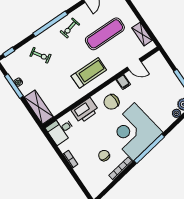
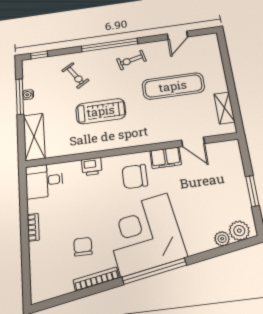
treadmill: (89, 73) -> (101, 111), moved
filing cabinet: (123, 82) -> (166, 158), width x2.00
printer: (85, 111) -> (92, 167), width x0.53, depth x0.68

